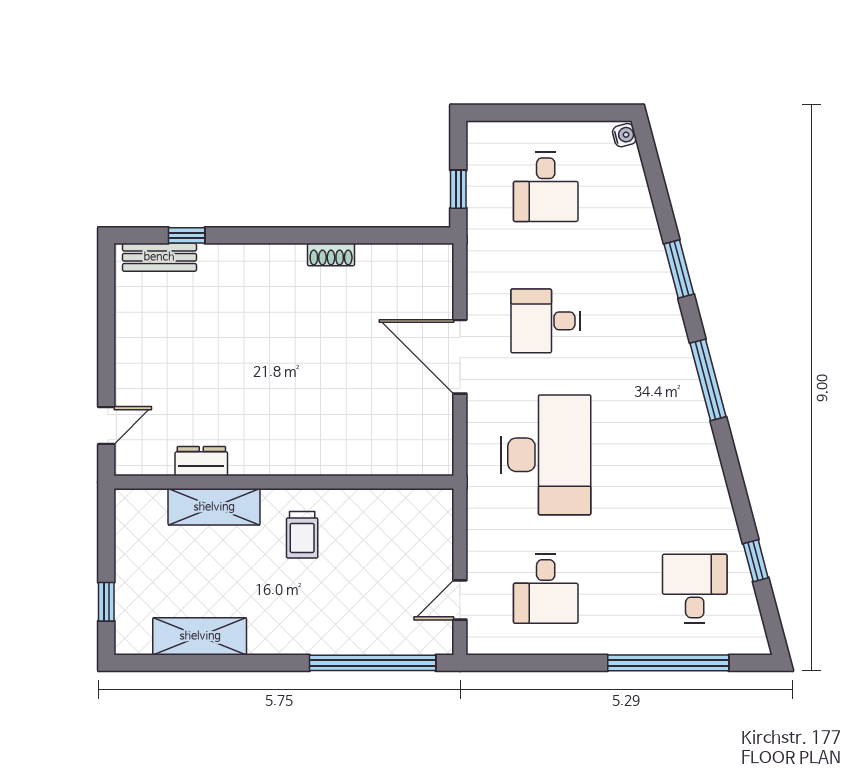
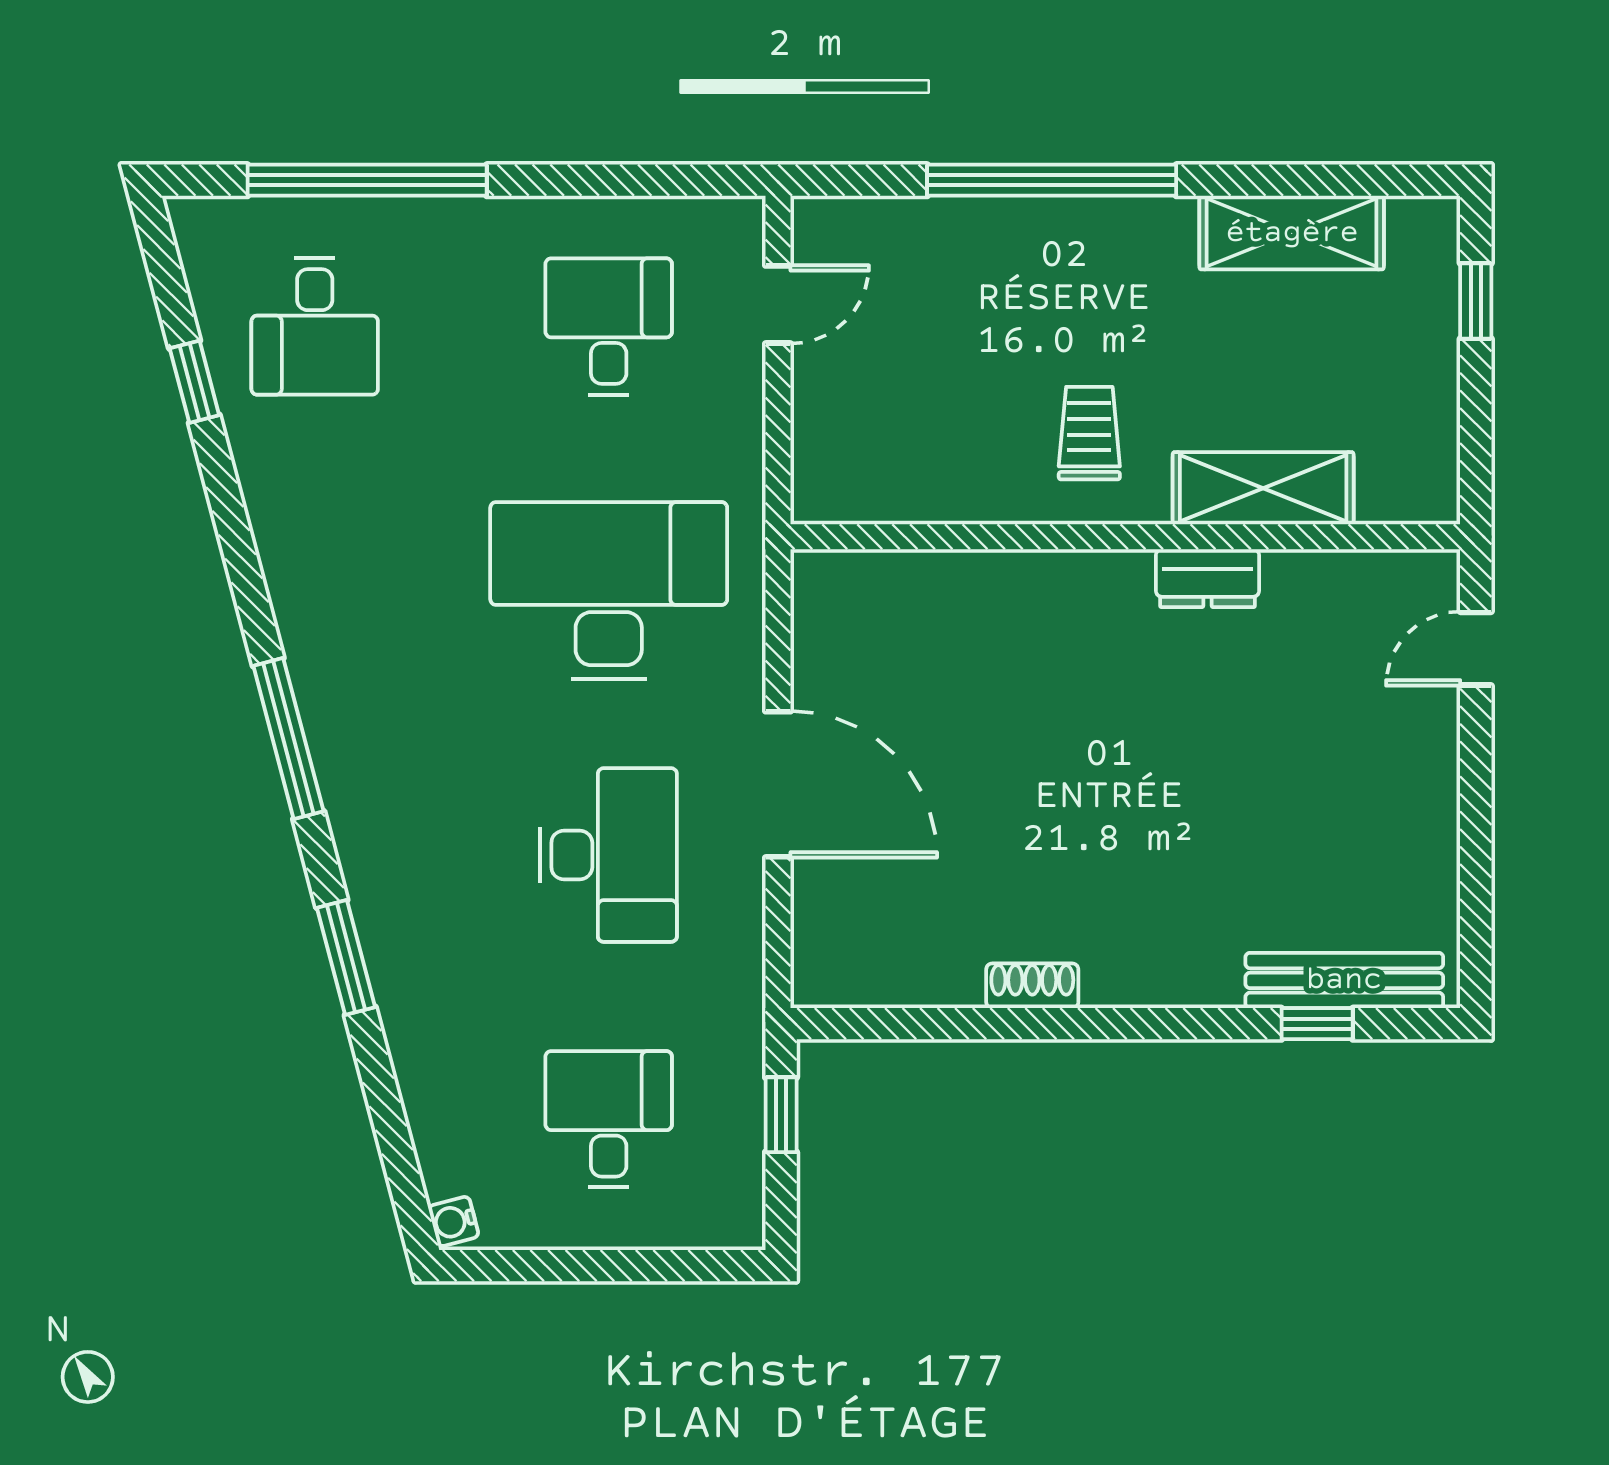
bench: (159, 257) -> (1344, 980), width x1.36
desk: (546, 321) -> (609, 855), width x1.37
desk: (546, 455) -> (609, 591), turned 90
dresser: (201, 461) -> (1208, 578), moved
window: (373, 663) -> (1052, 180), moved

